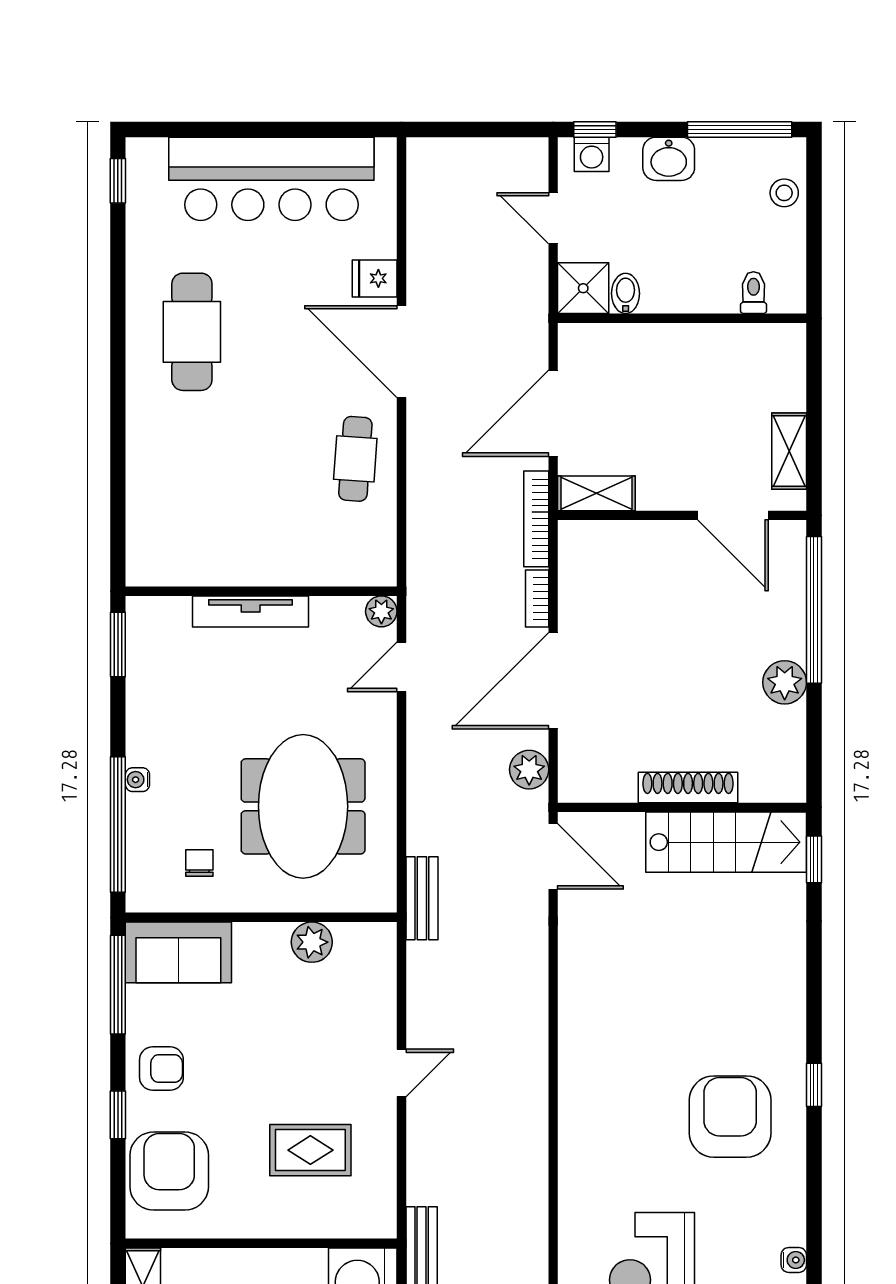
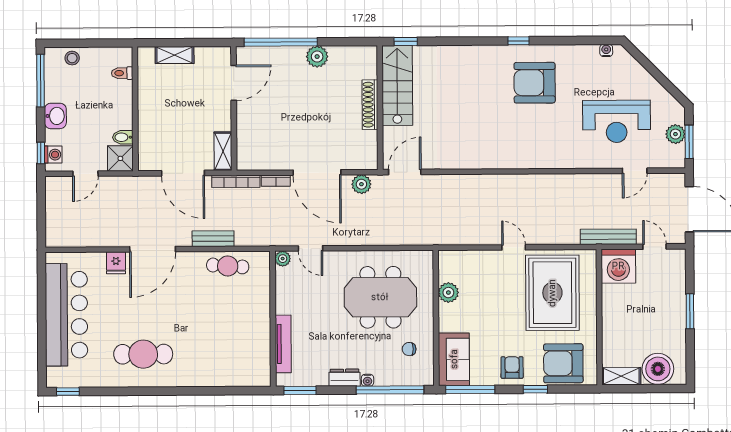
shelving: (789, 451) -> (175, 55), moved
cafe table: (355, 459) -> (228, 266), moved
tv unit: (251, 611) -> (283, 344), moved
dresser: (143, 734) -> (345, 378), added
bench: (422, 898) -> (213, 239), moved
rug: (310, 1150) -> (552, 293), width x1.86, depth x2.06

